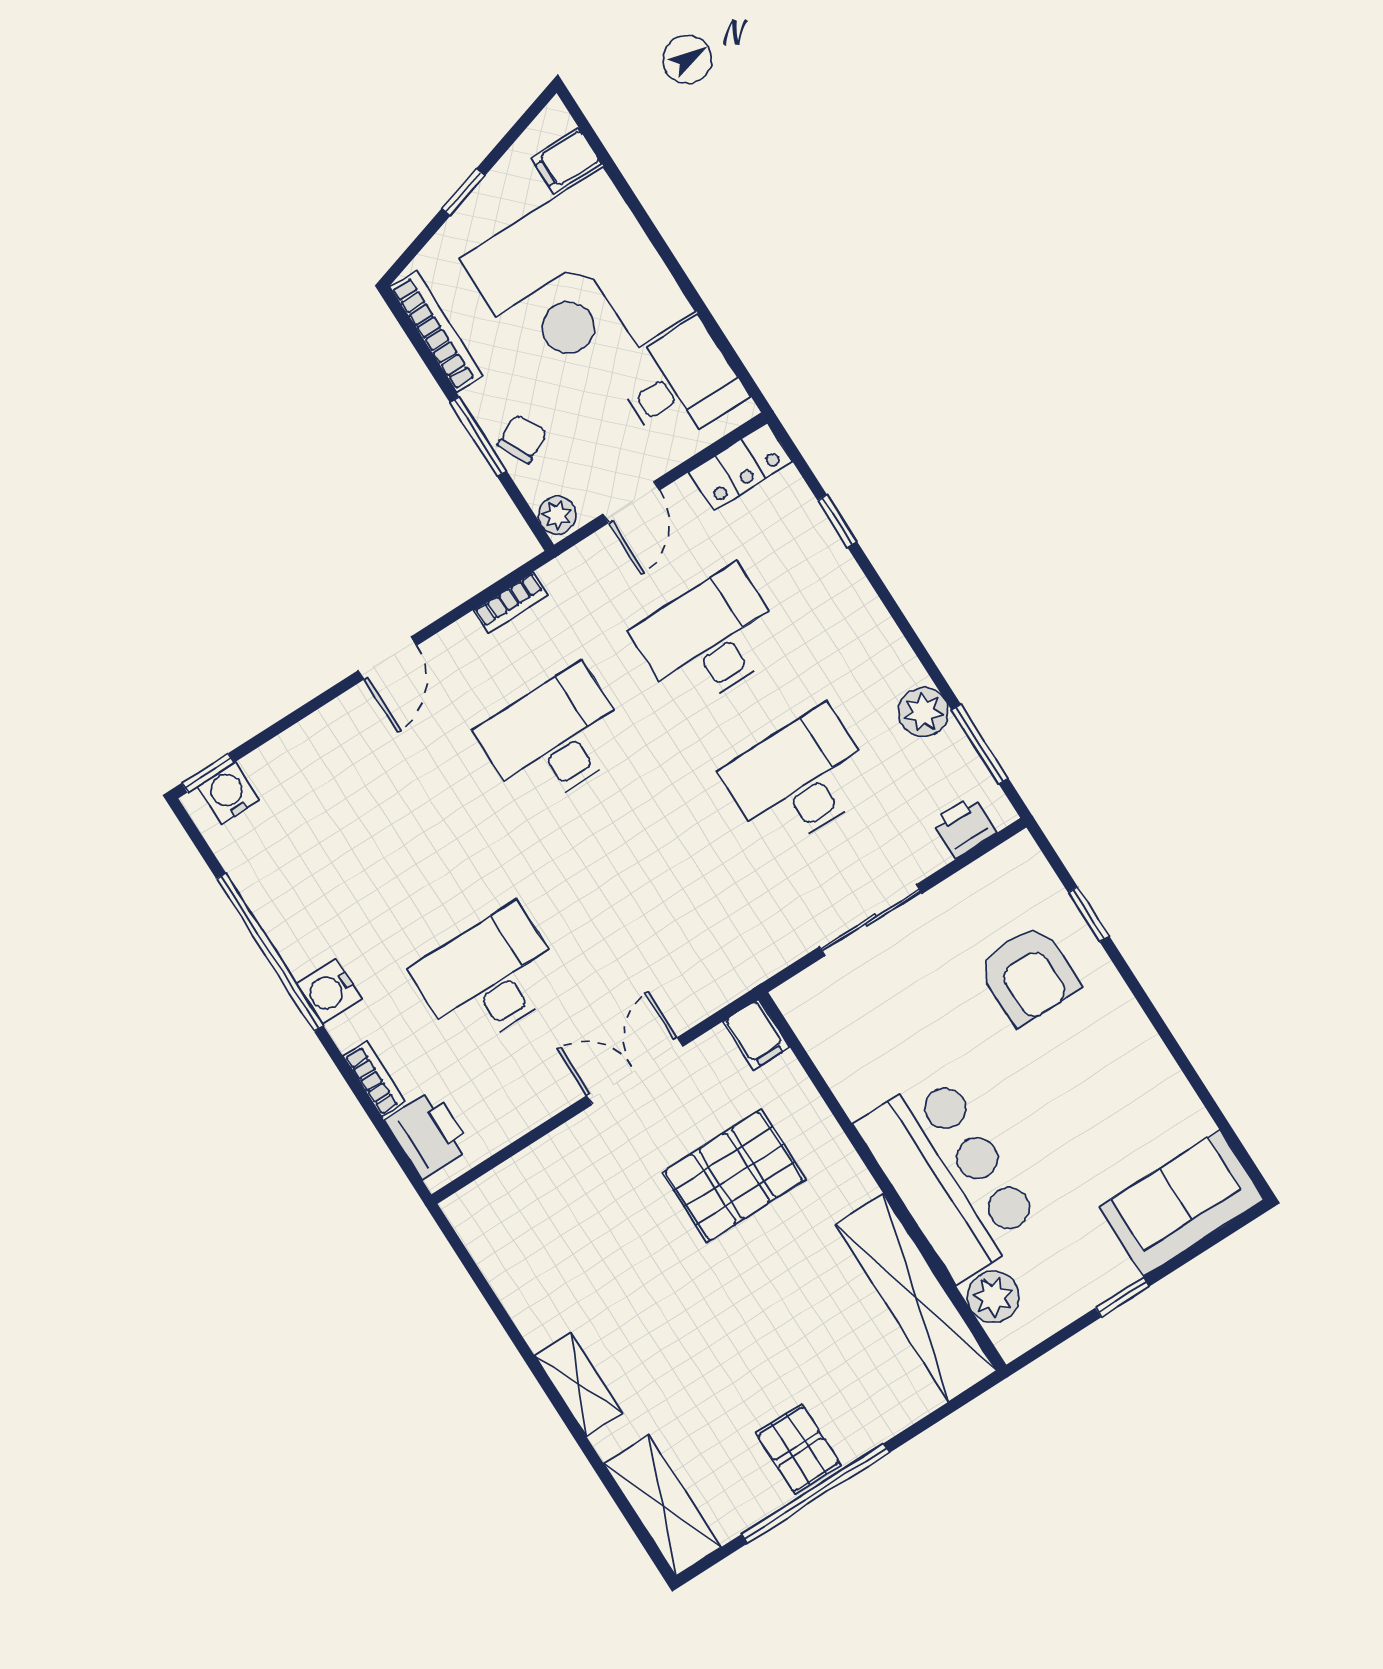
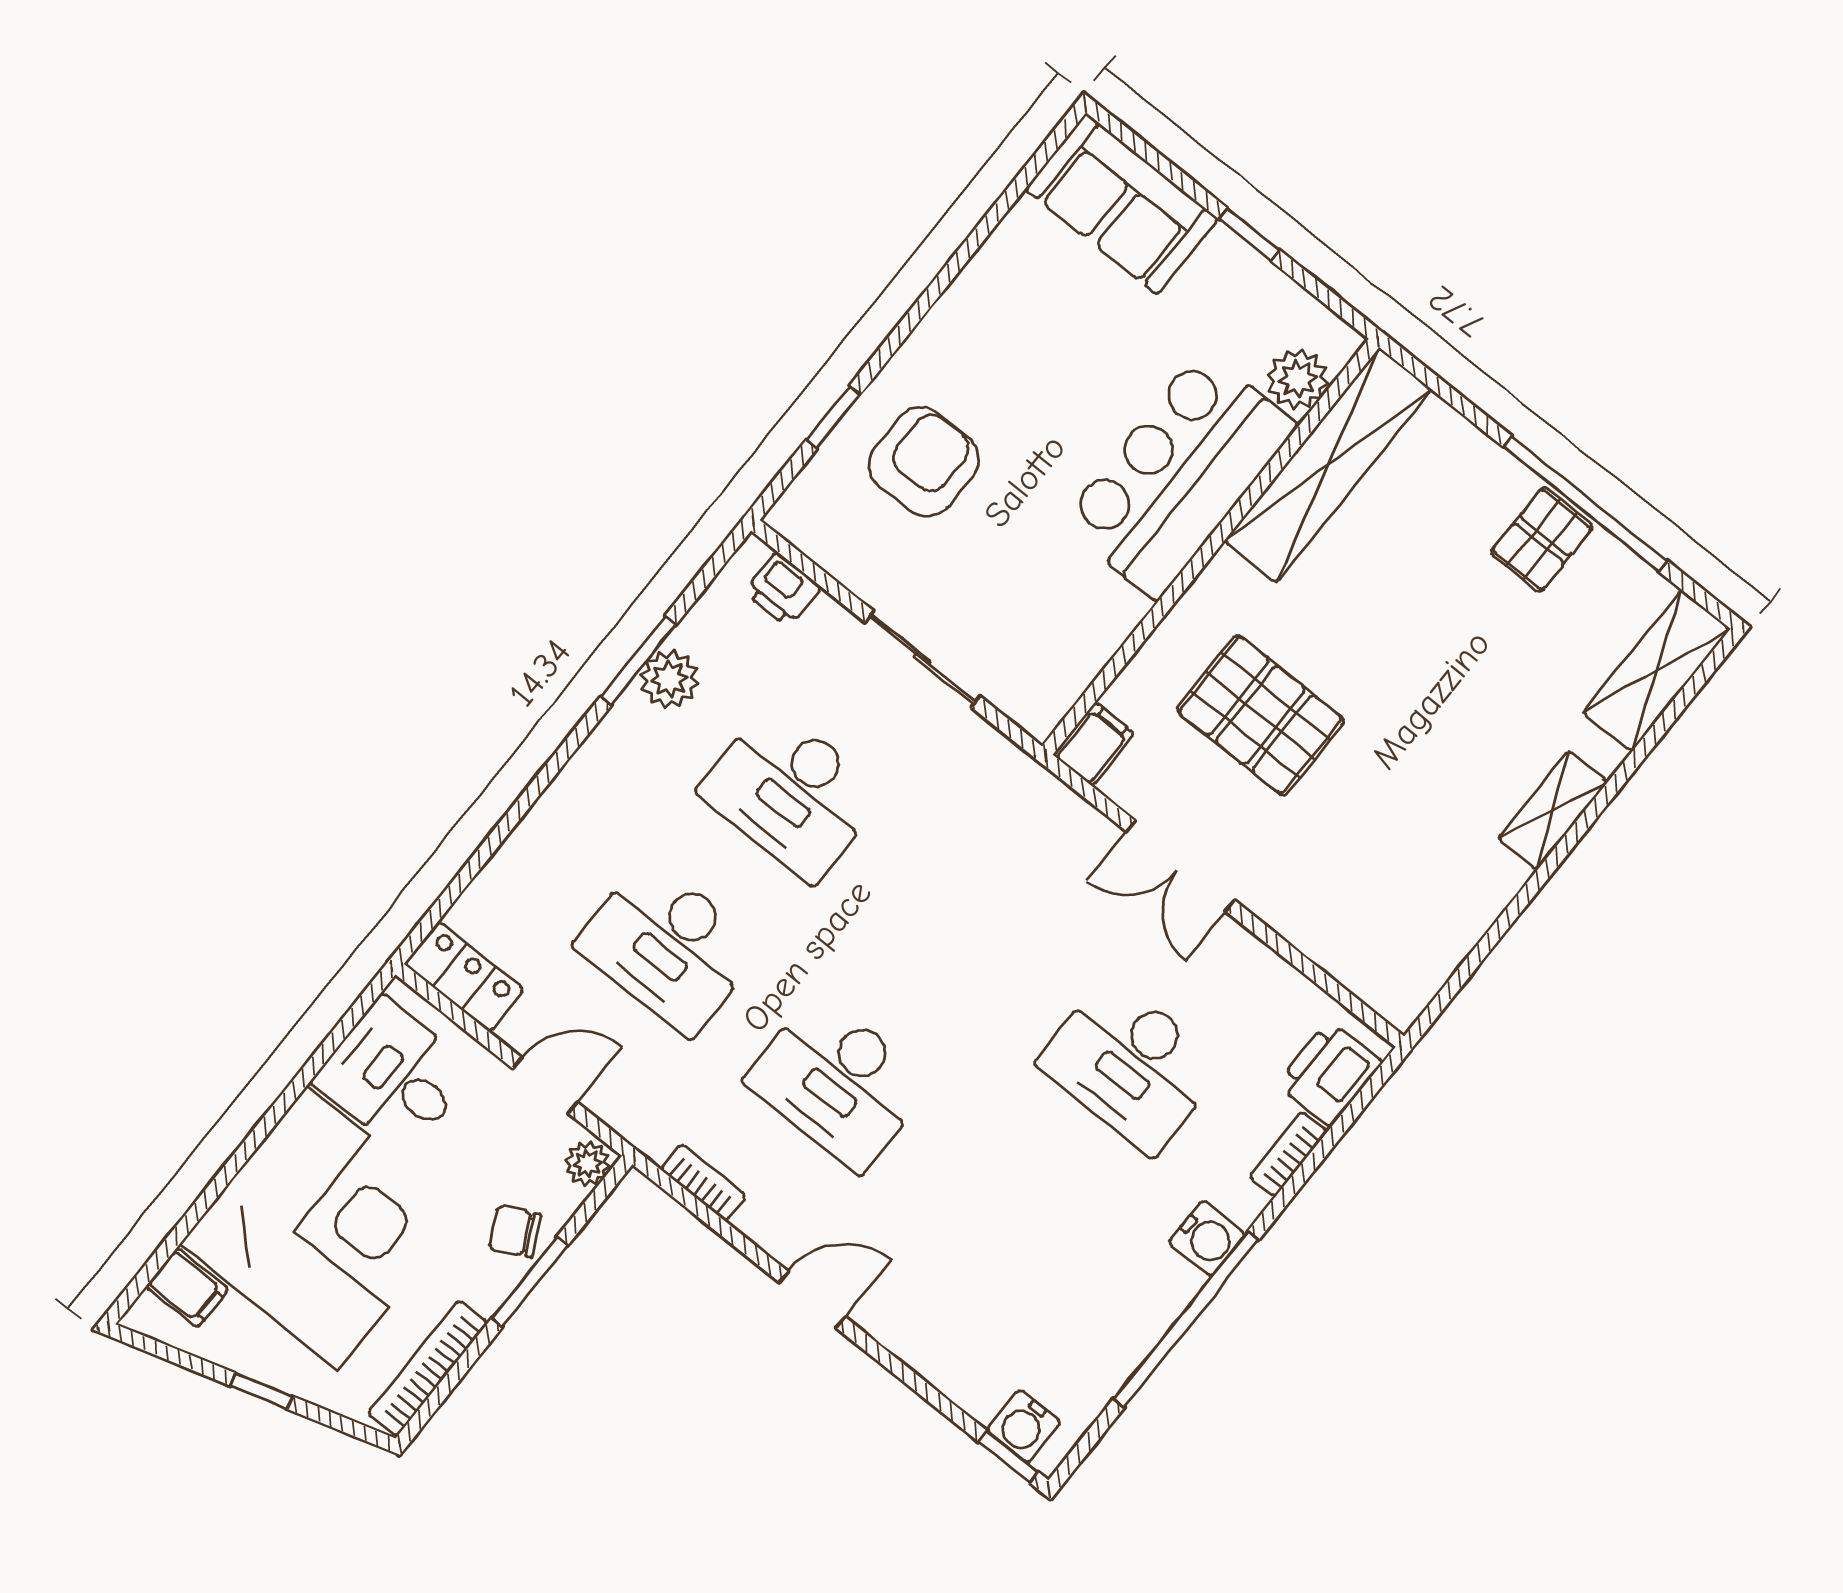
window: (837, 521) -> (488, 848), removed
window: (980, 744) -> (638, 661), moved

